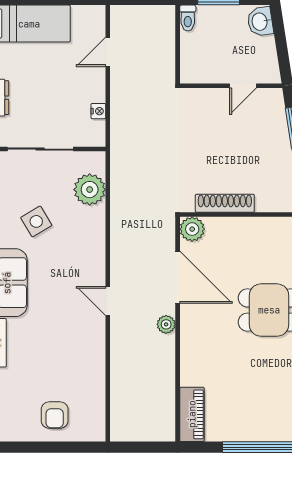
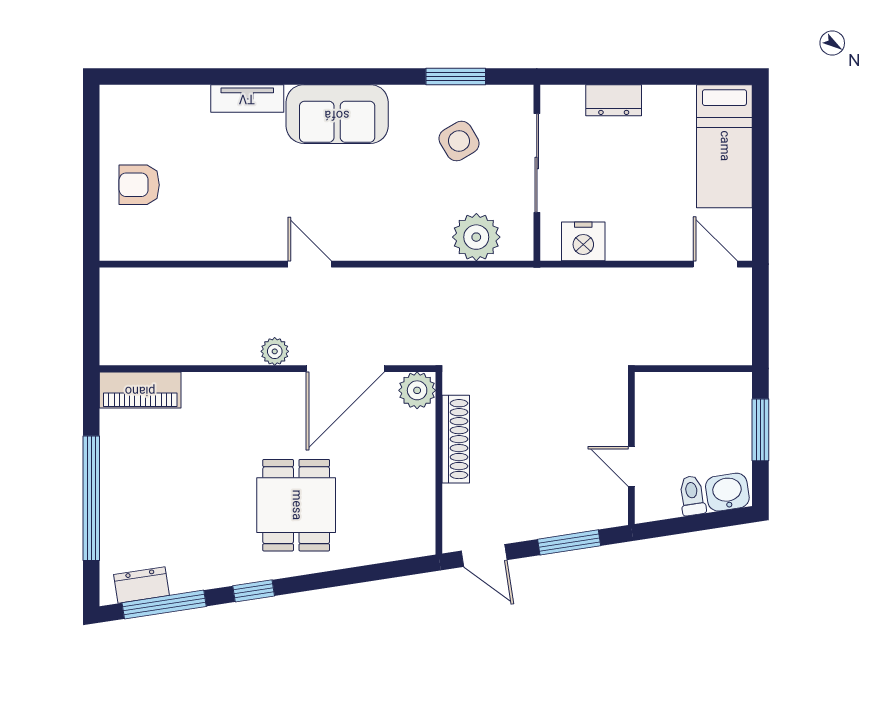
toilet: (188, 18) -> (692, 496), moved, turned 81
door: (108, 52) -> (715, 264), moved
nightstand: (98, 111) -> (583, 241), width x1.89, depth x1.79
side table: (36, 221) -> (459, 141), moved
door: (108, 301) -> (310, 264), hinge flipped

